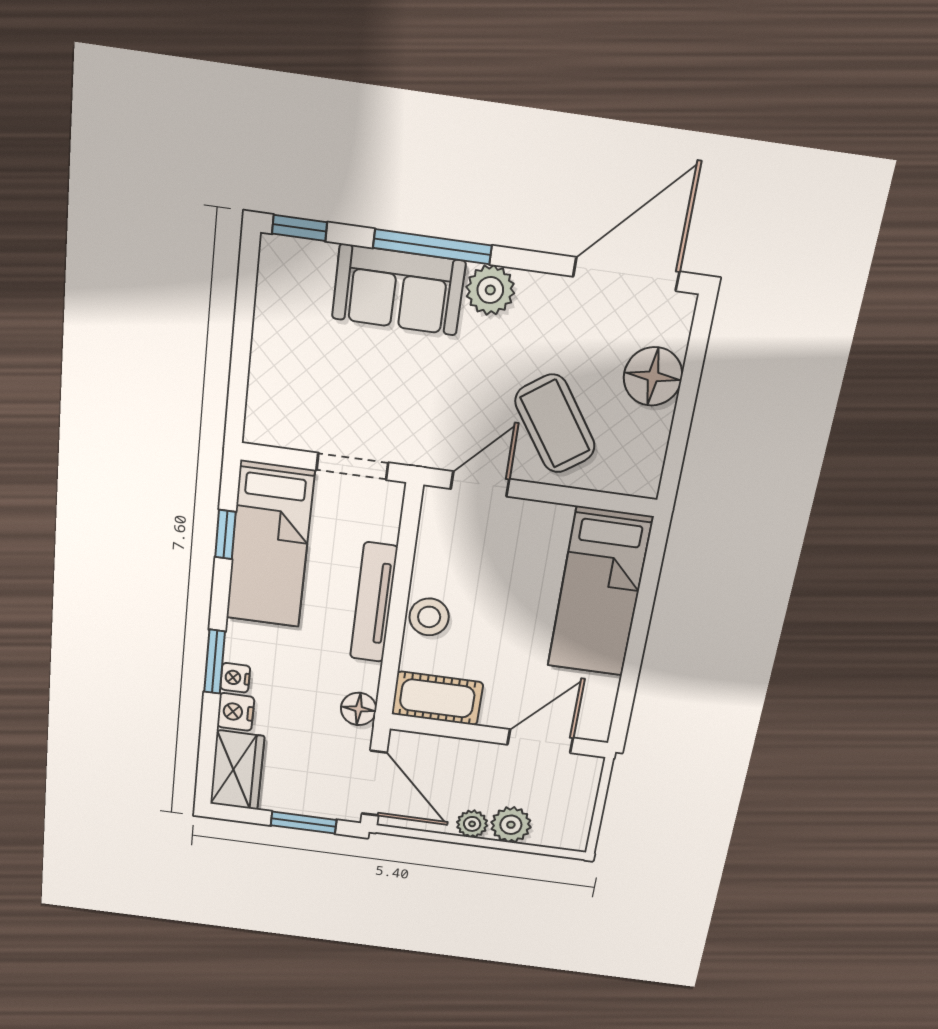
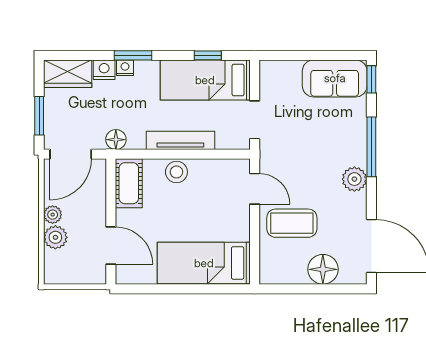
sofa: (398, 290) -> (335, 78), moved, turned -90
coffee table: (555, 424) -> (292, 223), turned 35

